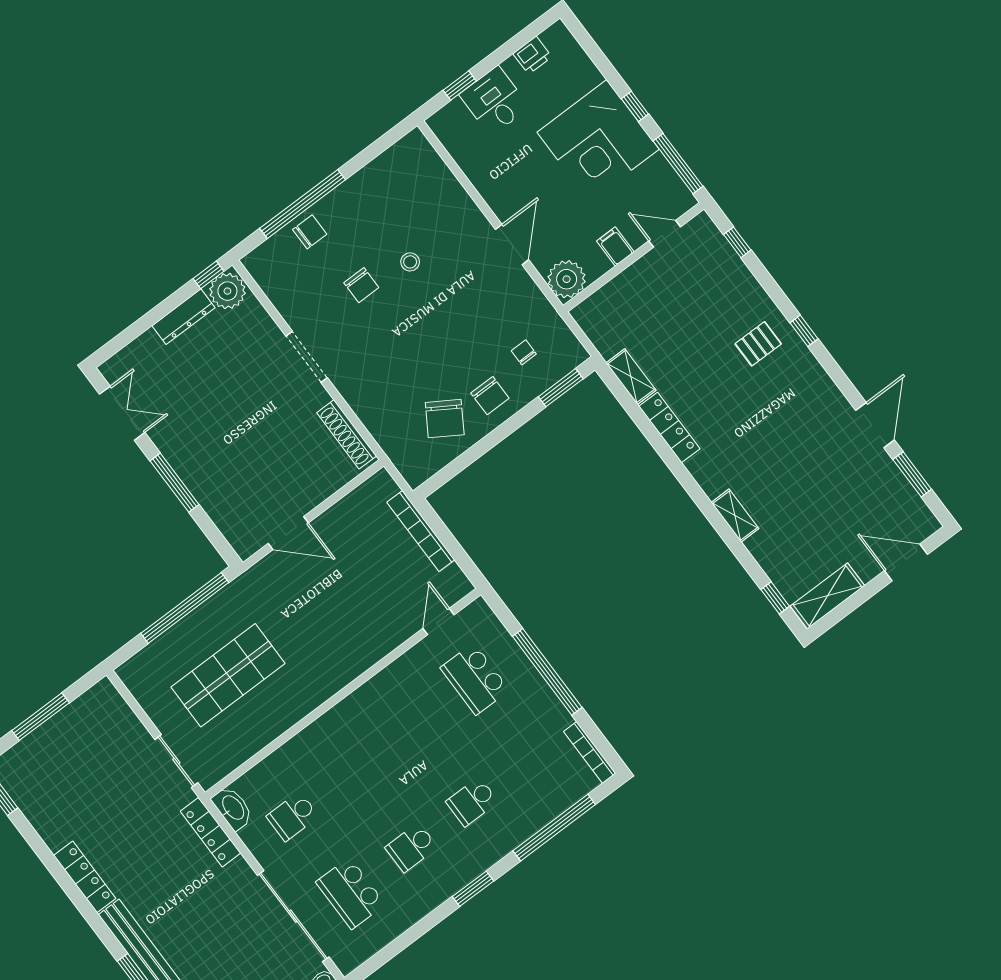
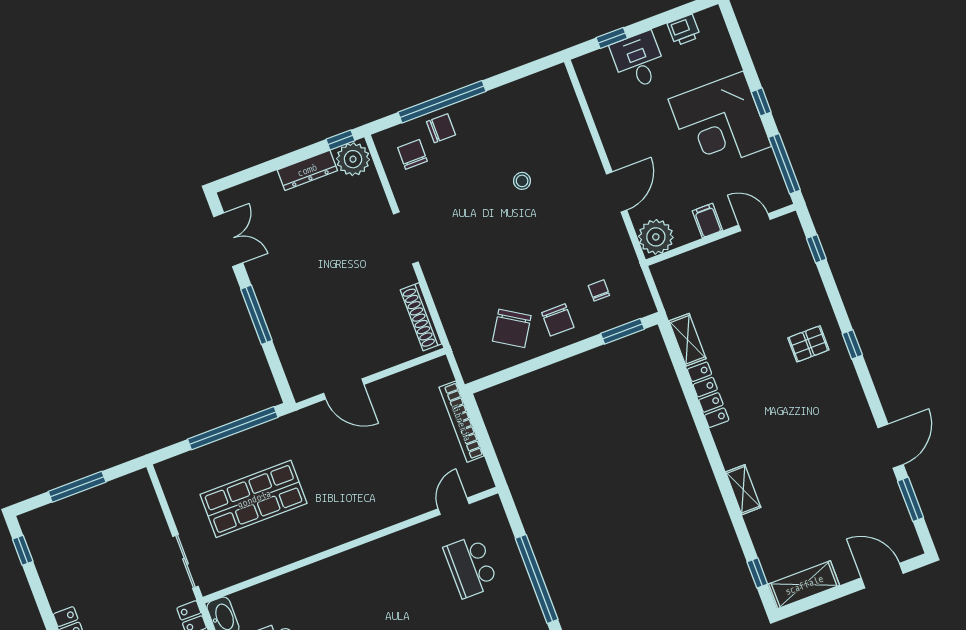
chair: (361, 285) -> (412, 154), moved, turned 180

